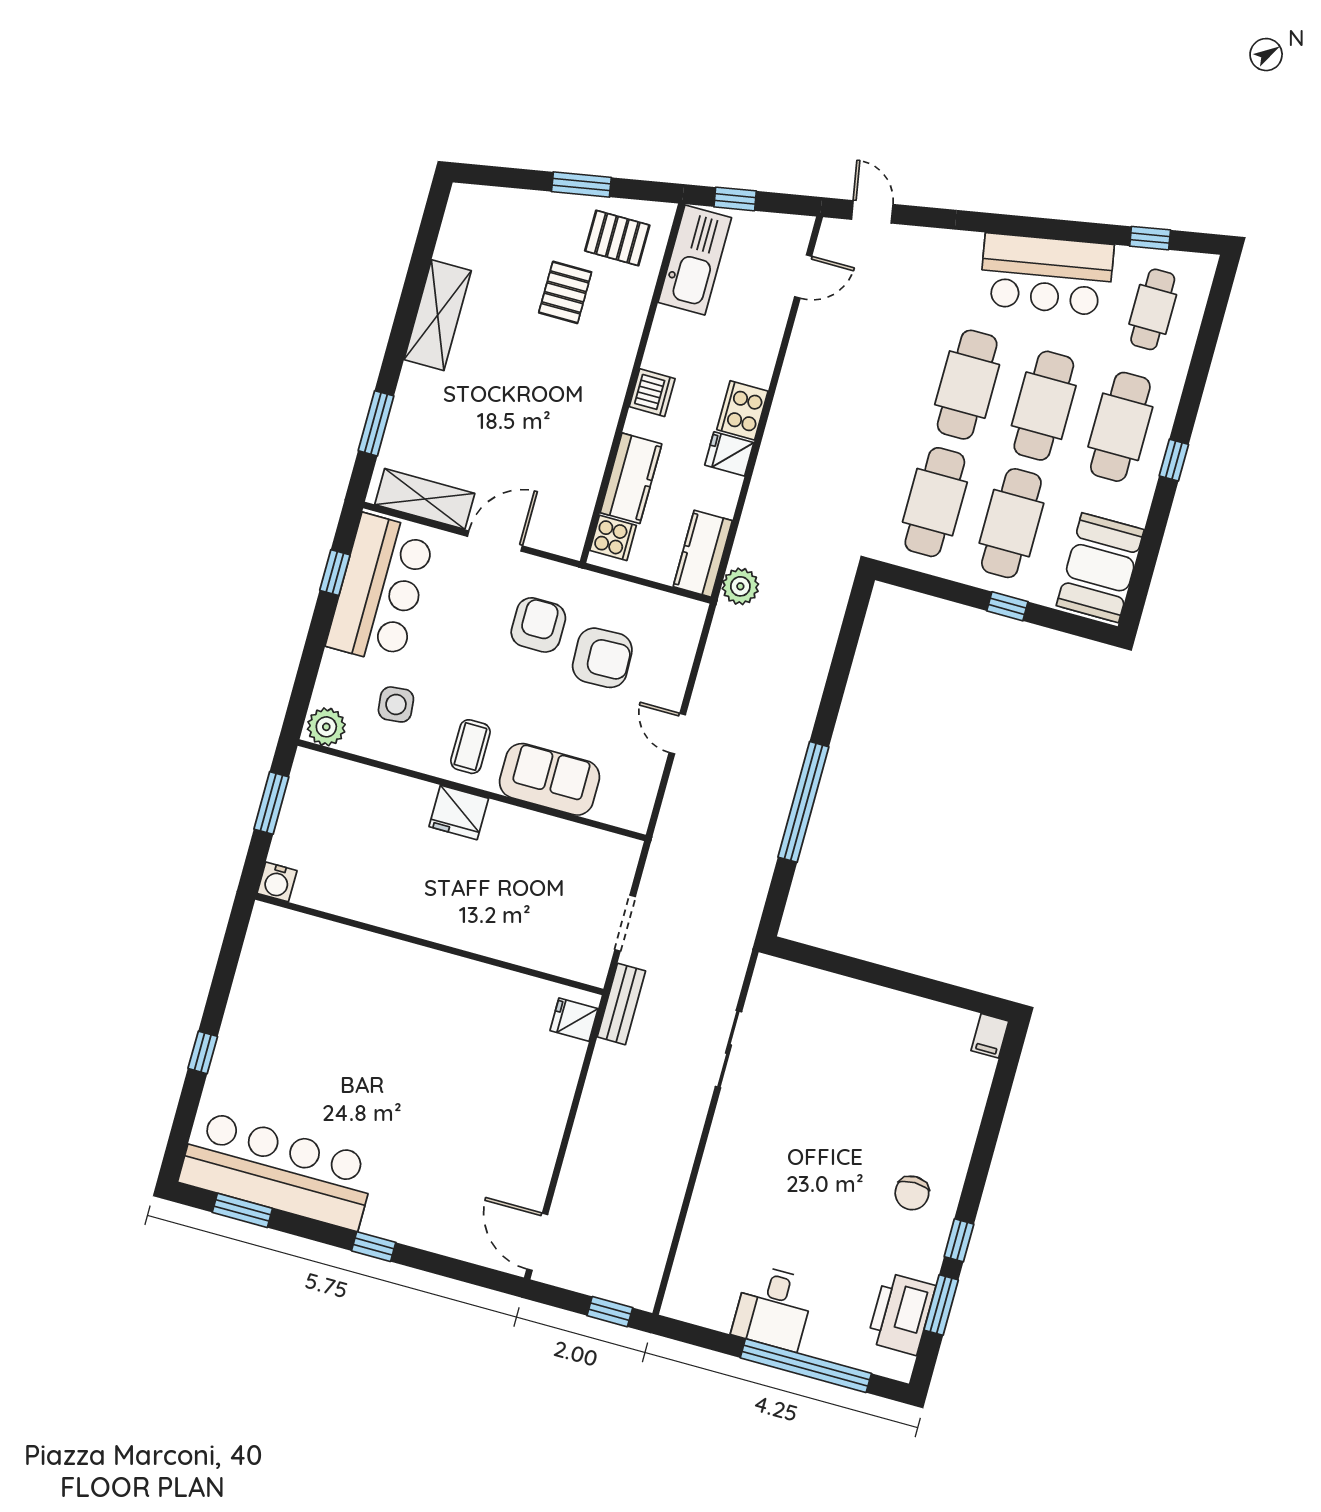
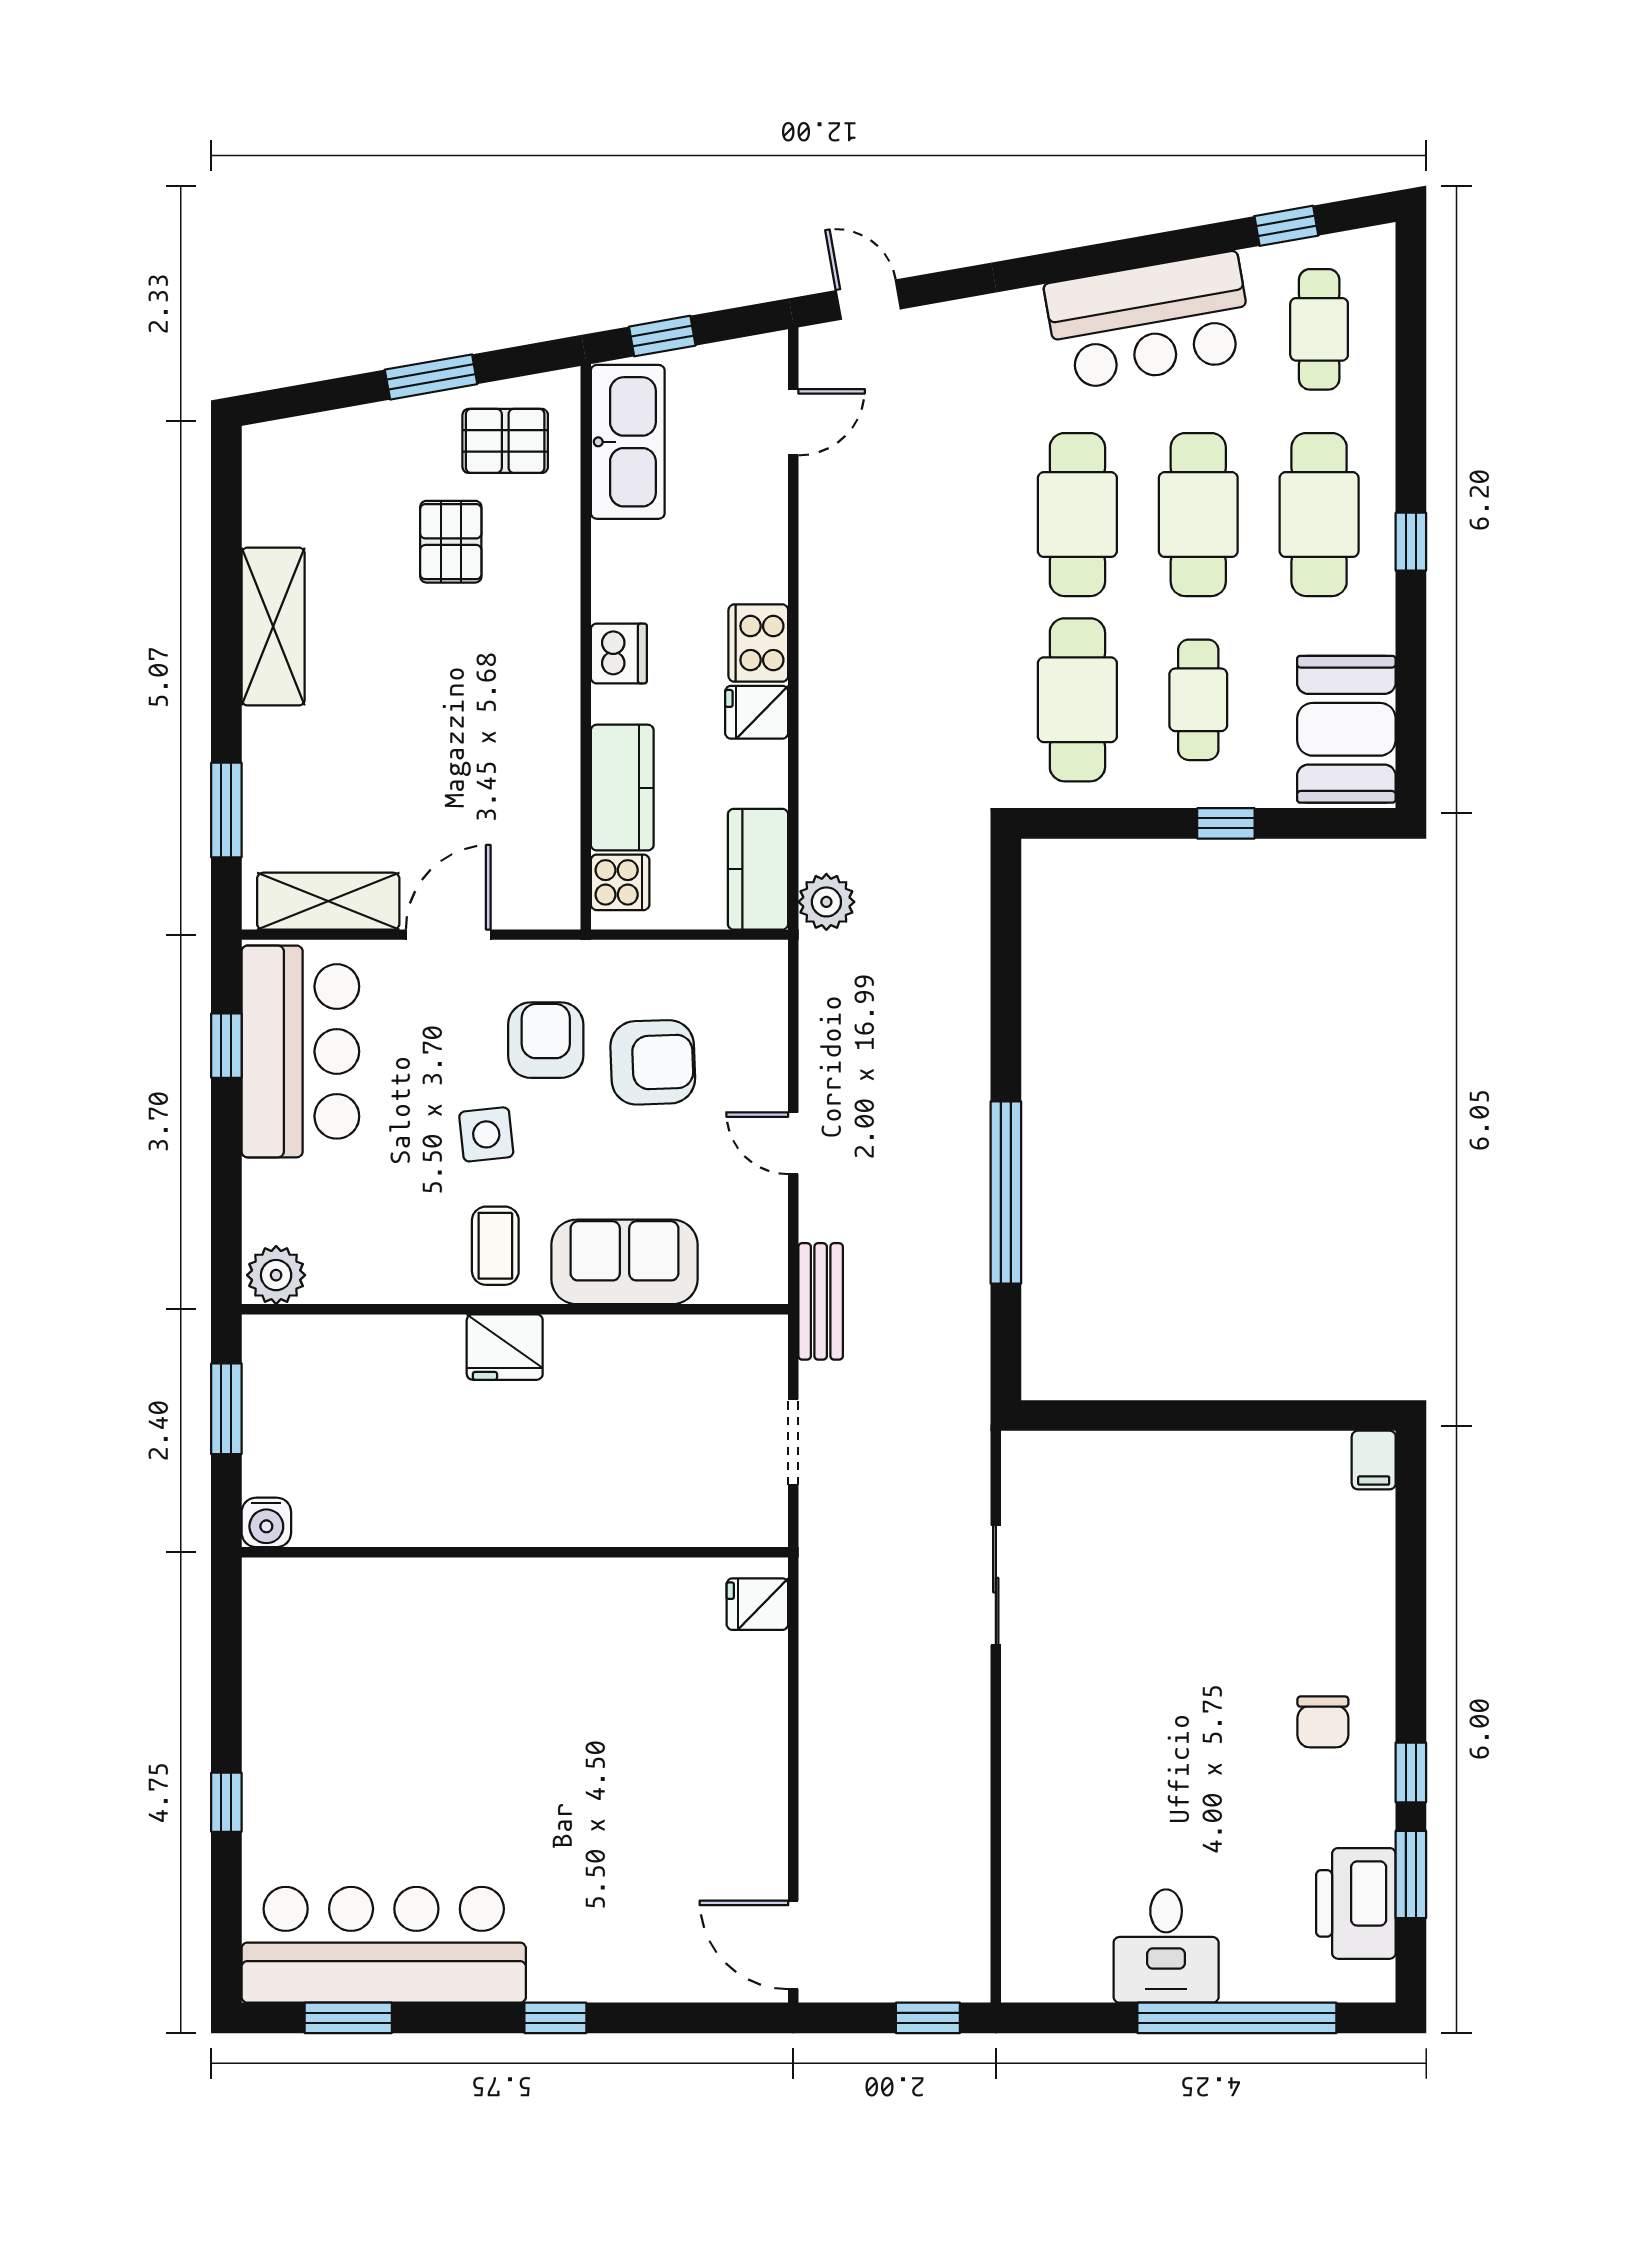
cafe table: (1011, 523) -> (1198, 700), width x0.73, depth x0.74
side table: (396, 704) -> (486, 1134), moved
bench: (621, 1004) -> (821, 1301), moved

